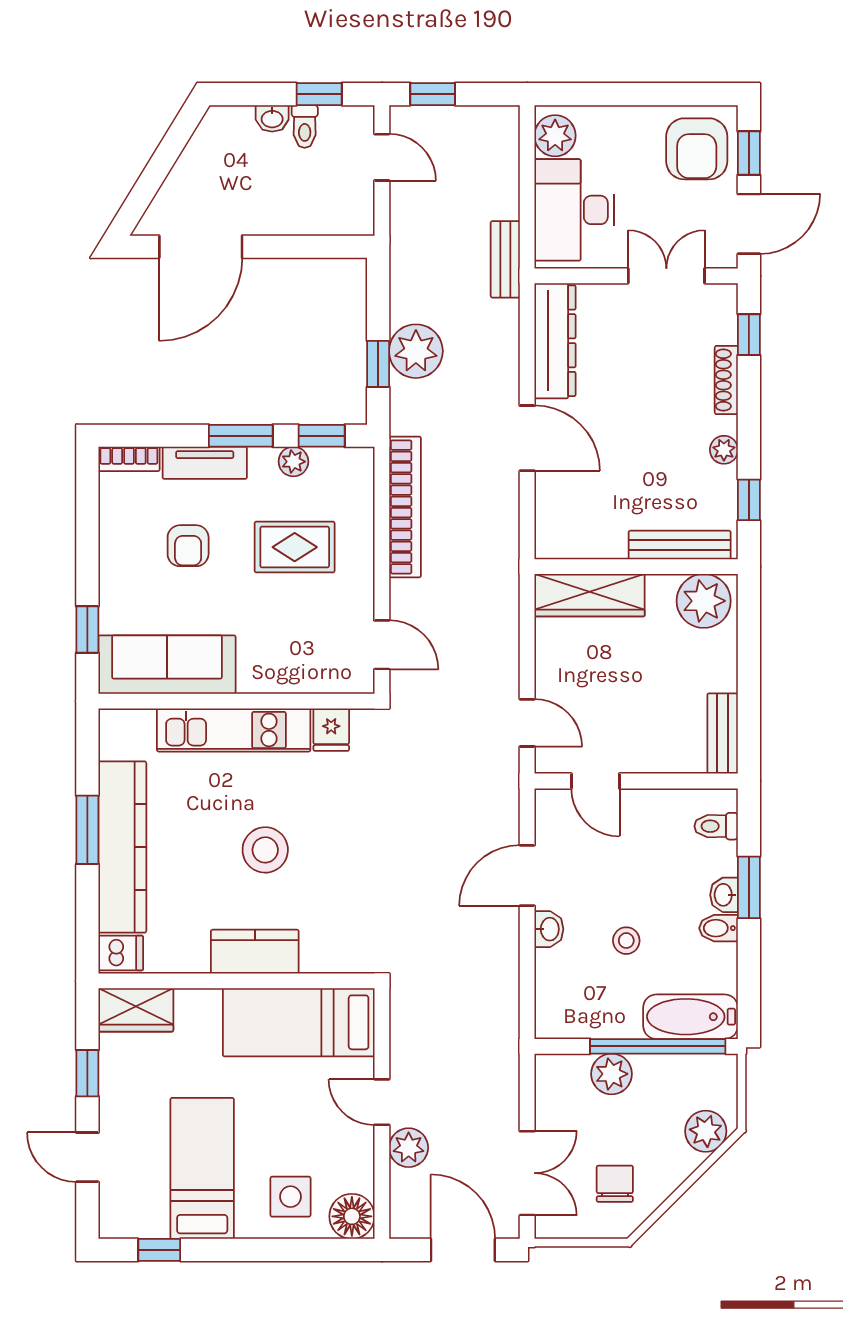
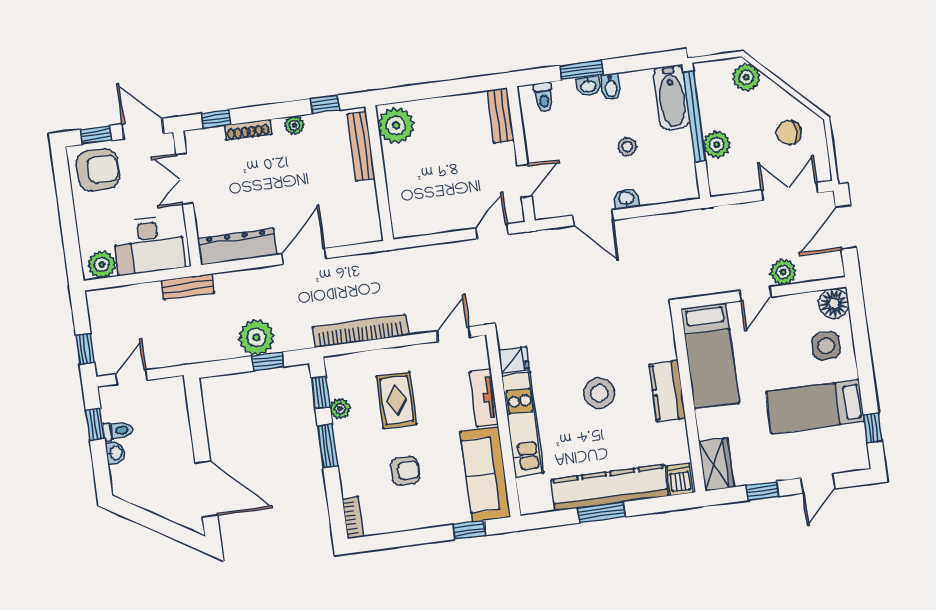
tv unit: (205, 463) -> (484, 398), moved, turned 180
wardrobe: (590, 595) -> (402, 201), removed
bench: (723, 734) -> (501, 115), moved, turned 90

